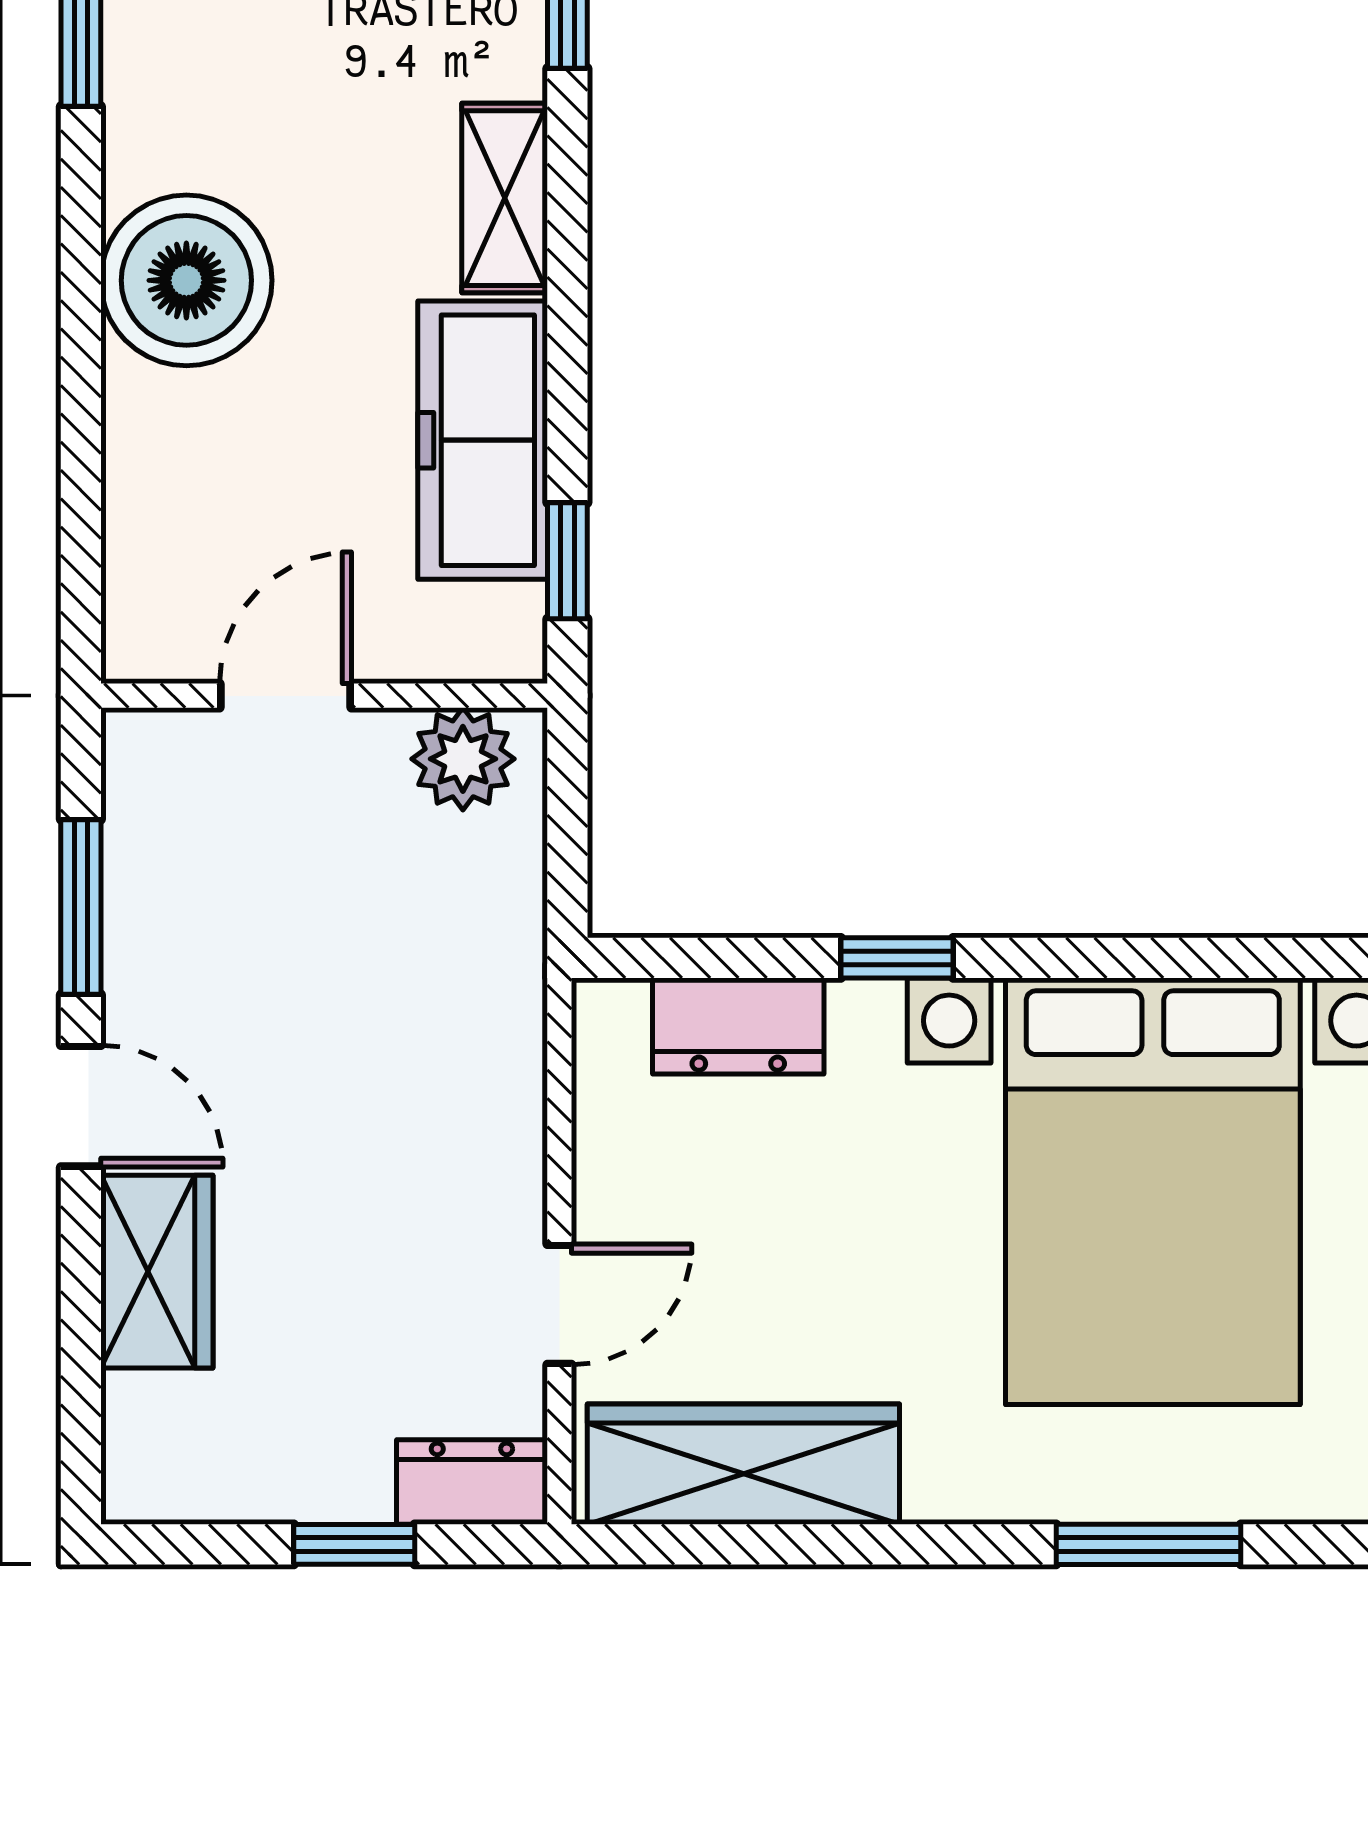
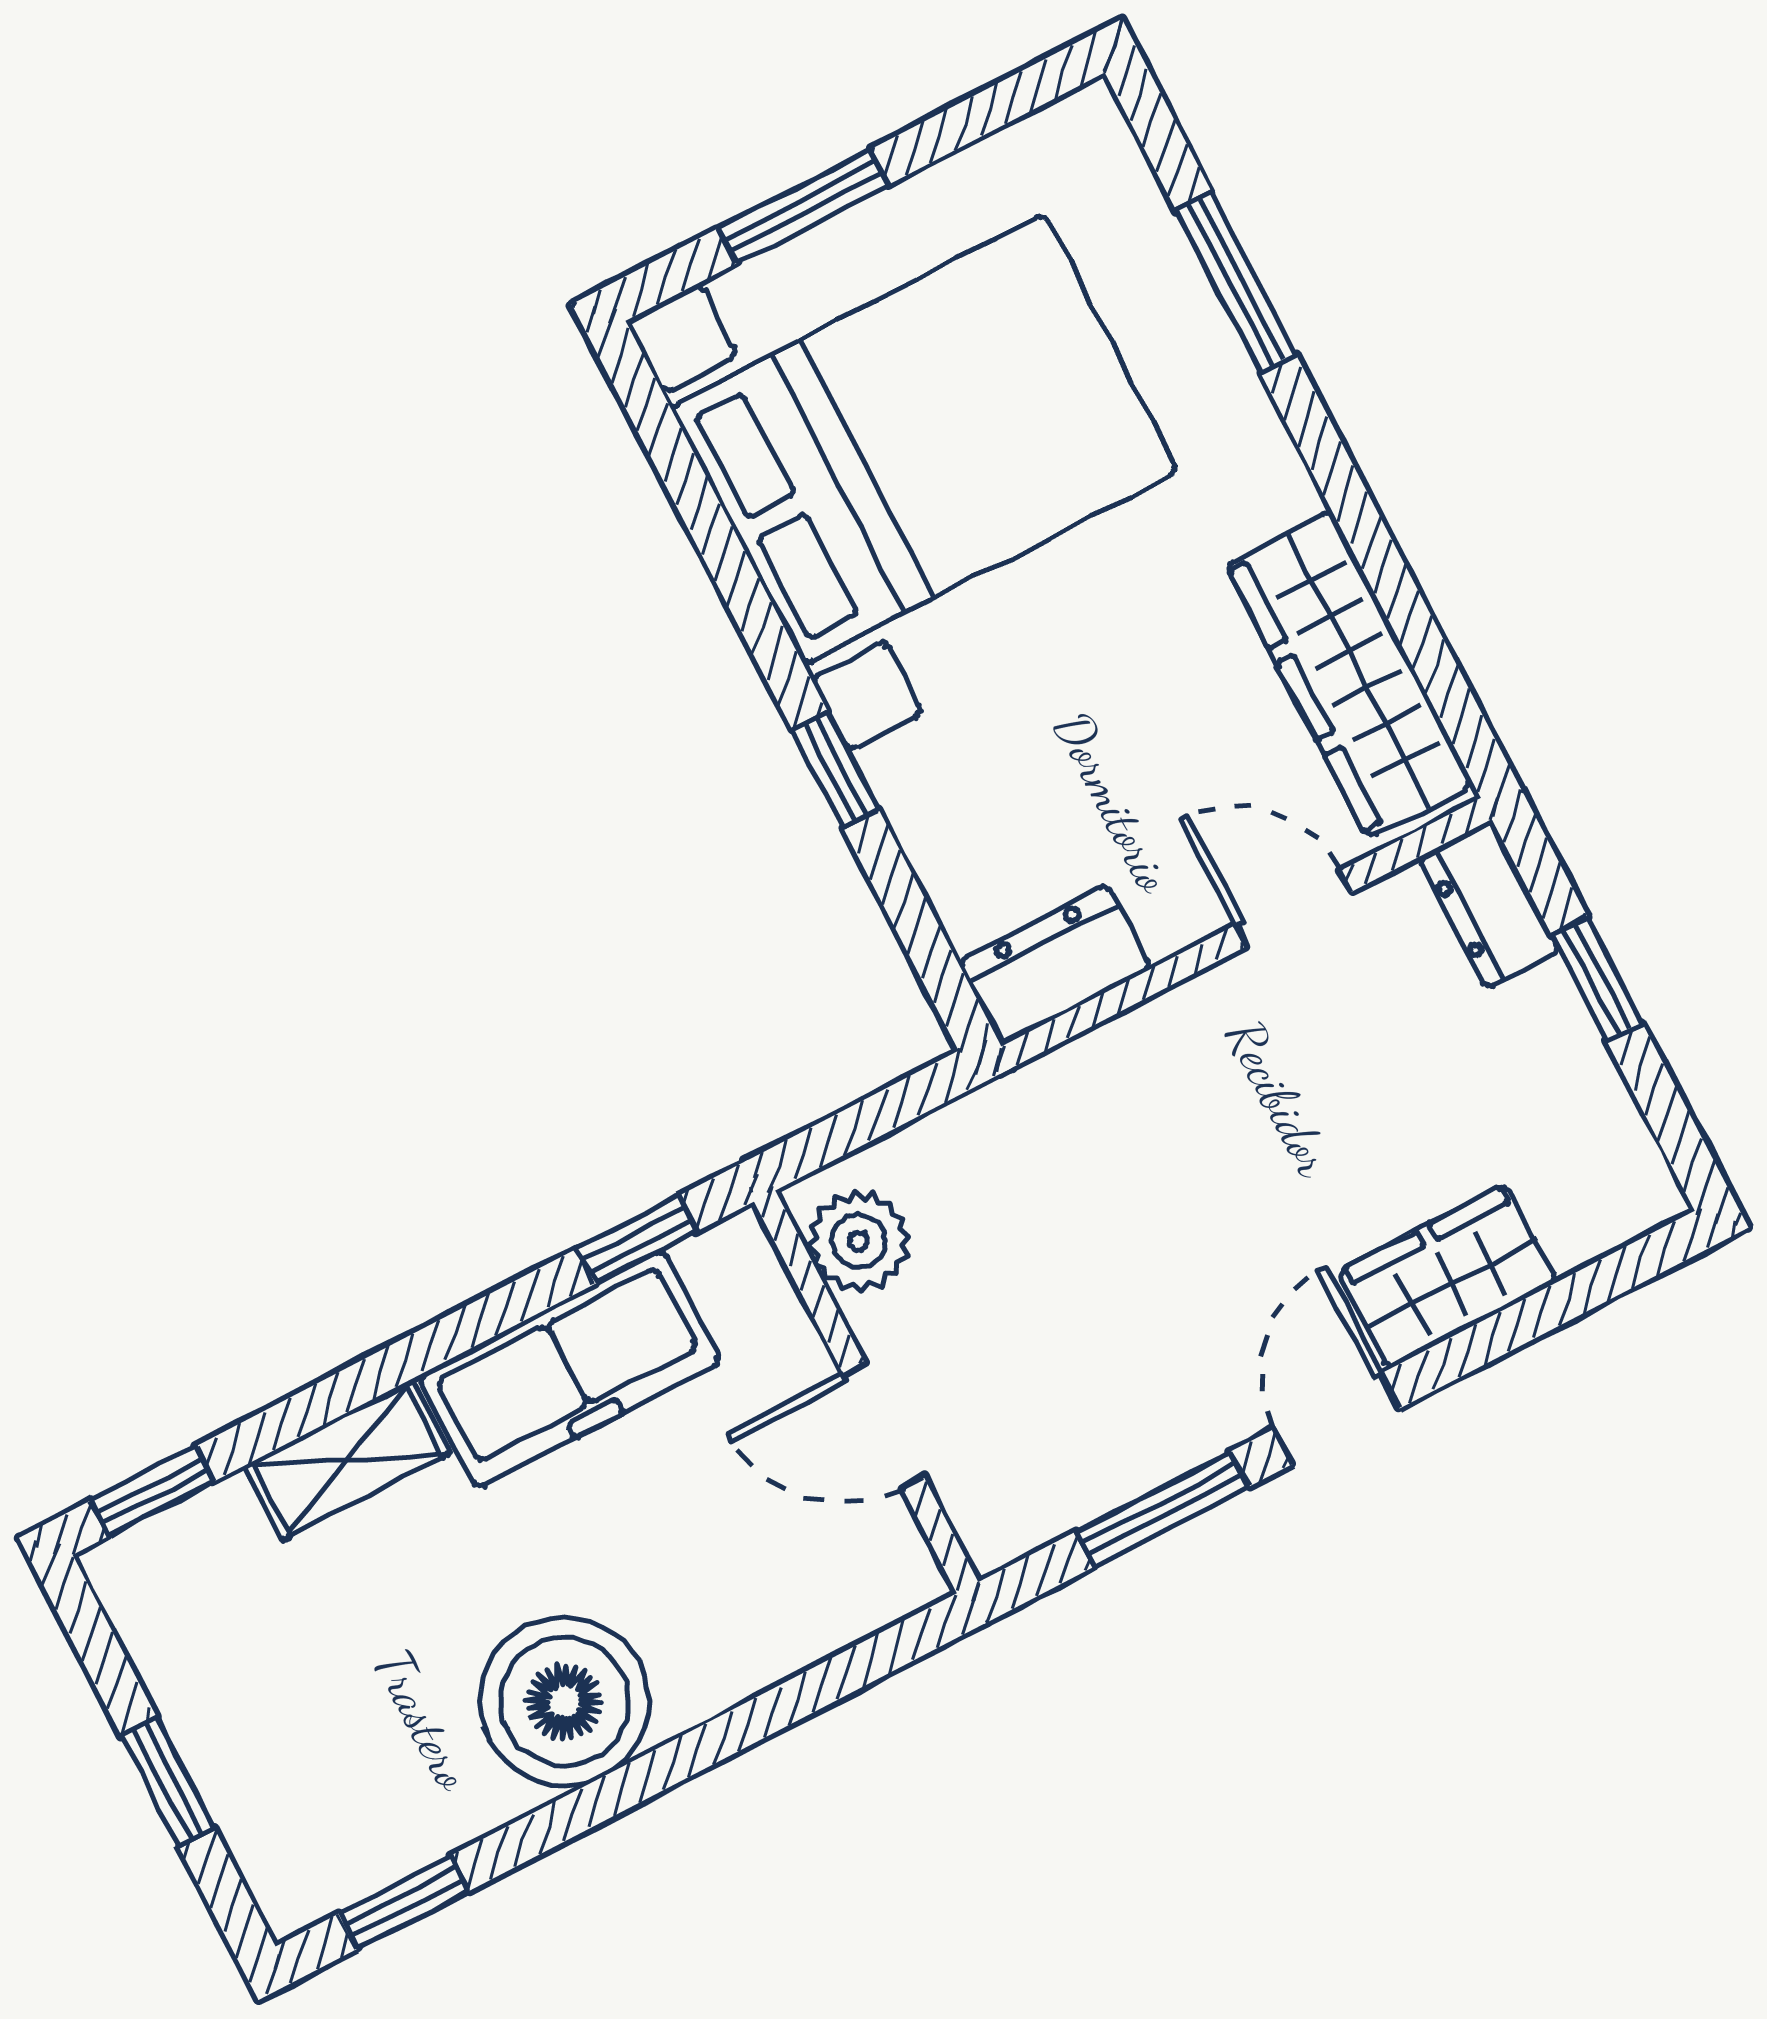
dresser: (738, 1026) -> (1055, 965), moved, turned -90

